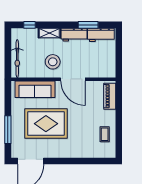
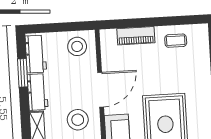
stool: (105, 64) -> (77, 46), added
piano: (110, 96) -> (136, 36), moved

